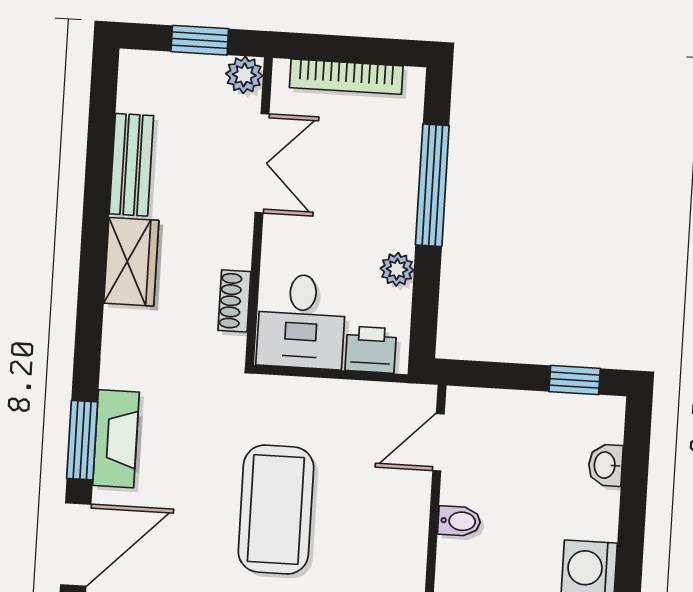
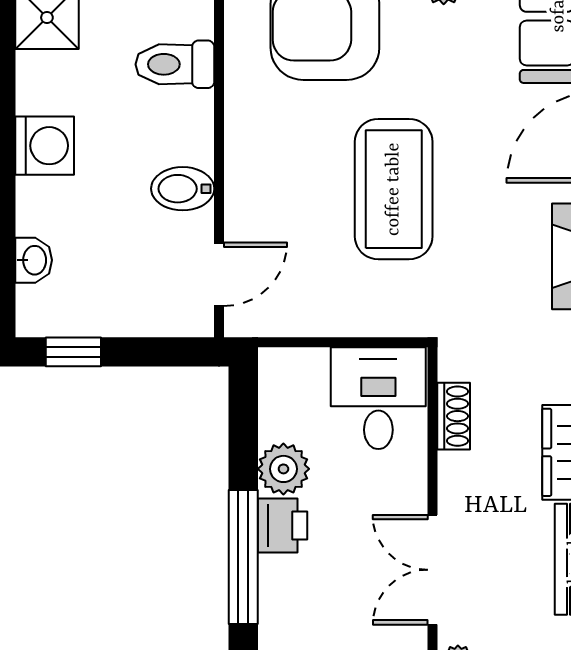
plant: (397, 269) -> (283, 469), width x1.38, depth x1.38
printer: (371, 350) -> (282, 526), moved, turned -90
bidet: (459, 521) -> (183, 189), width x1.38, depth x1.36

